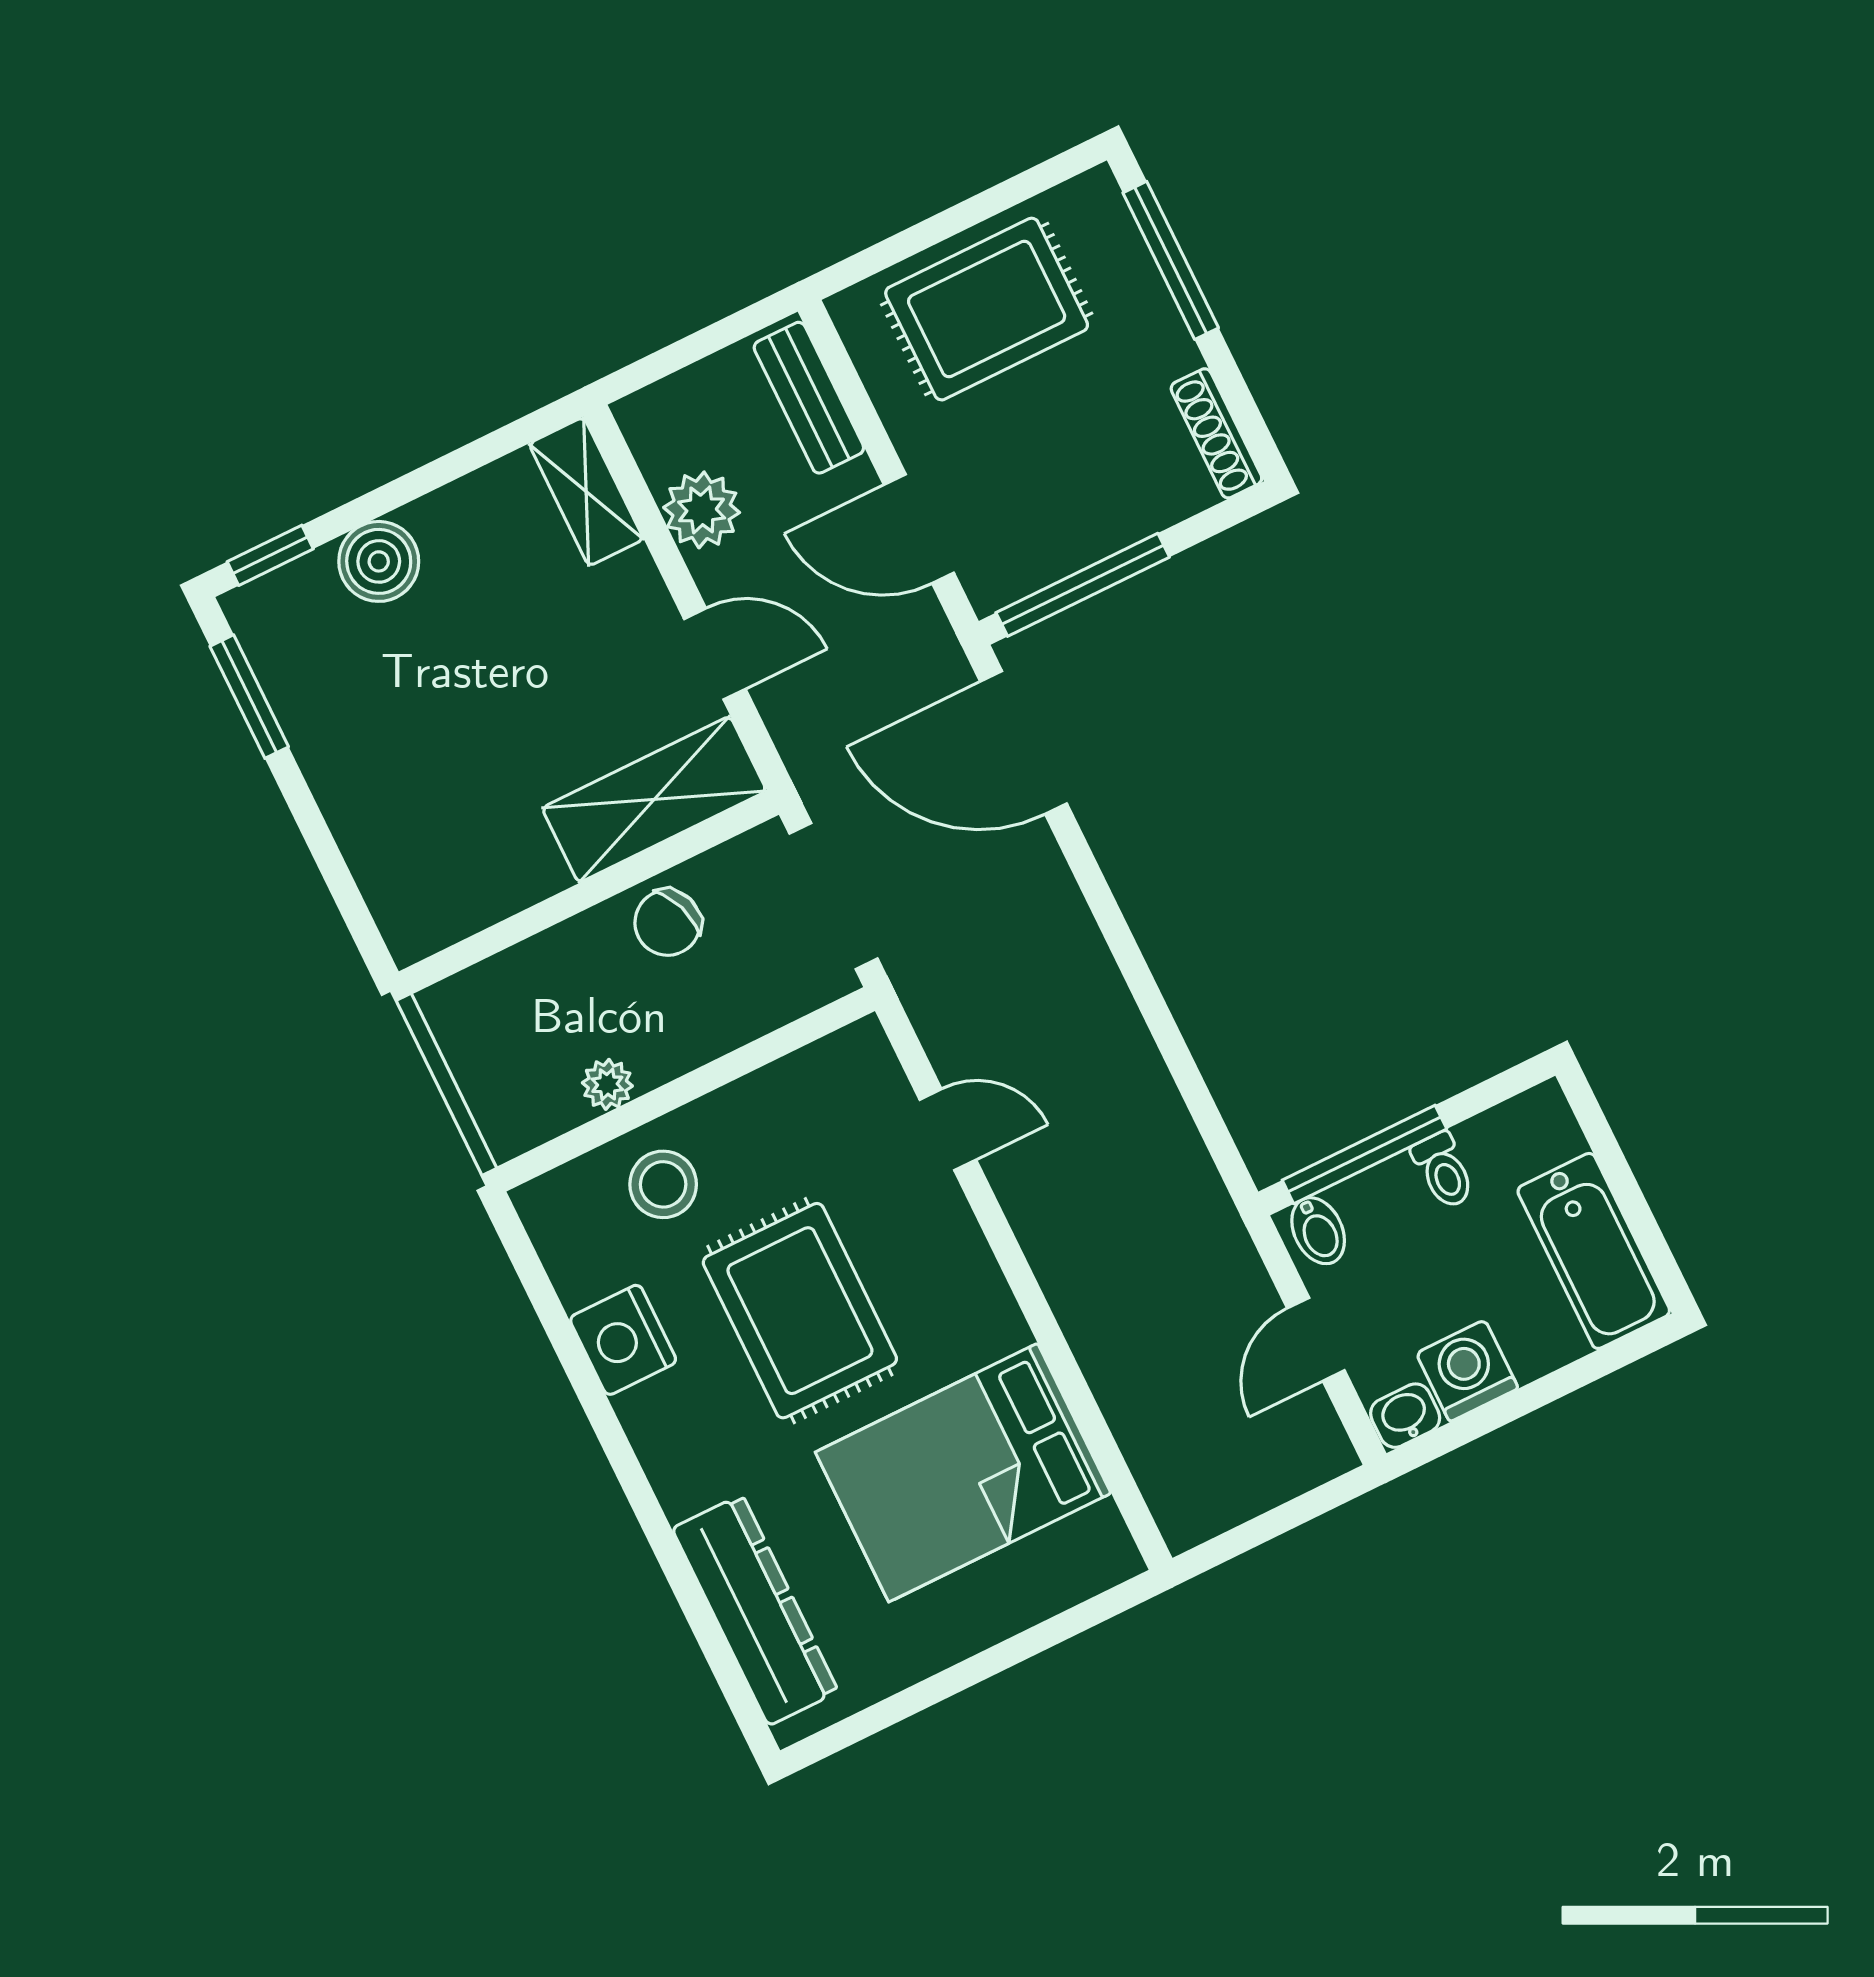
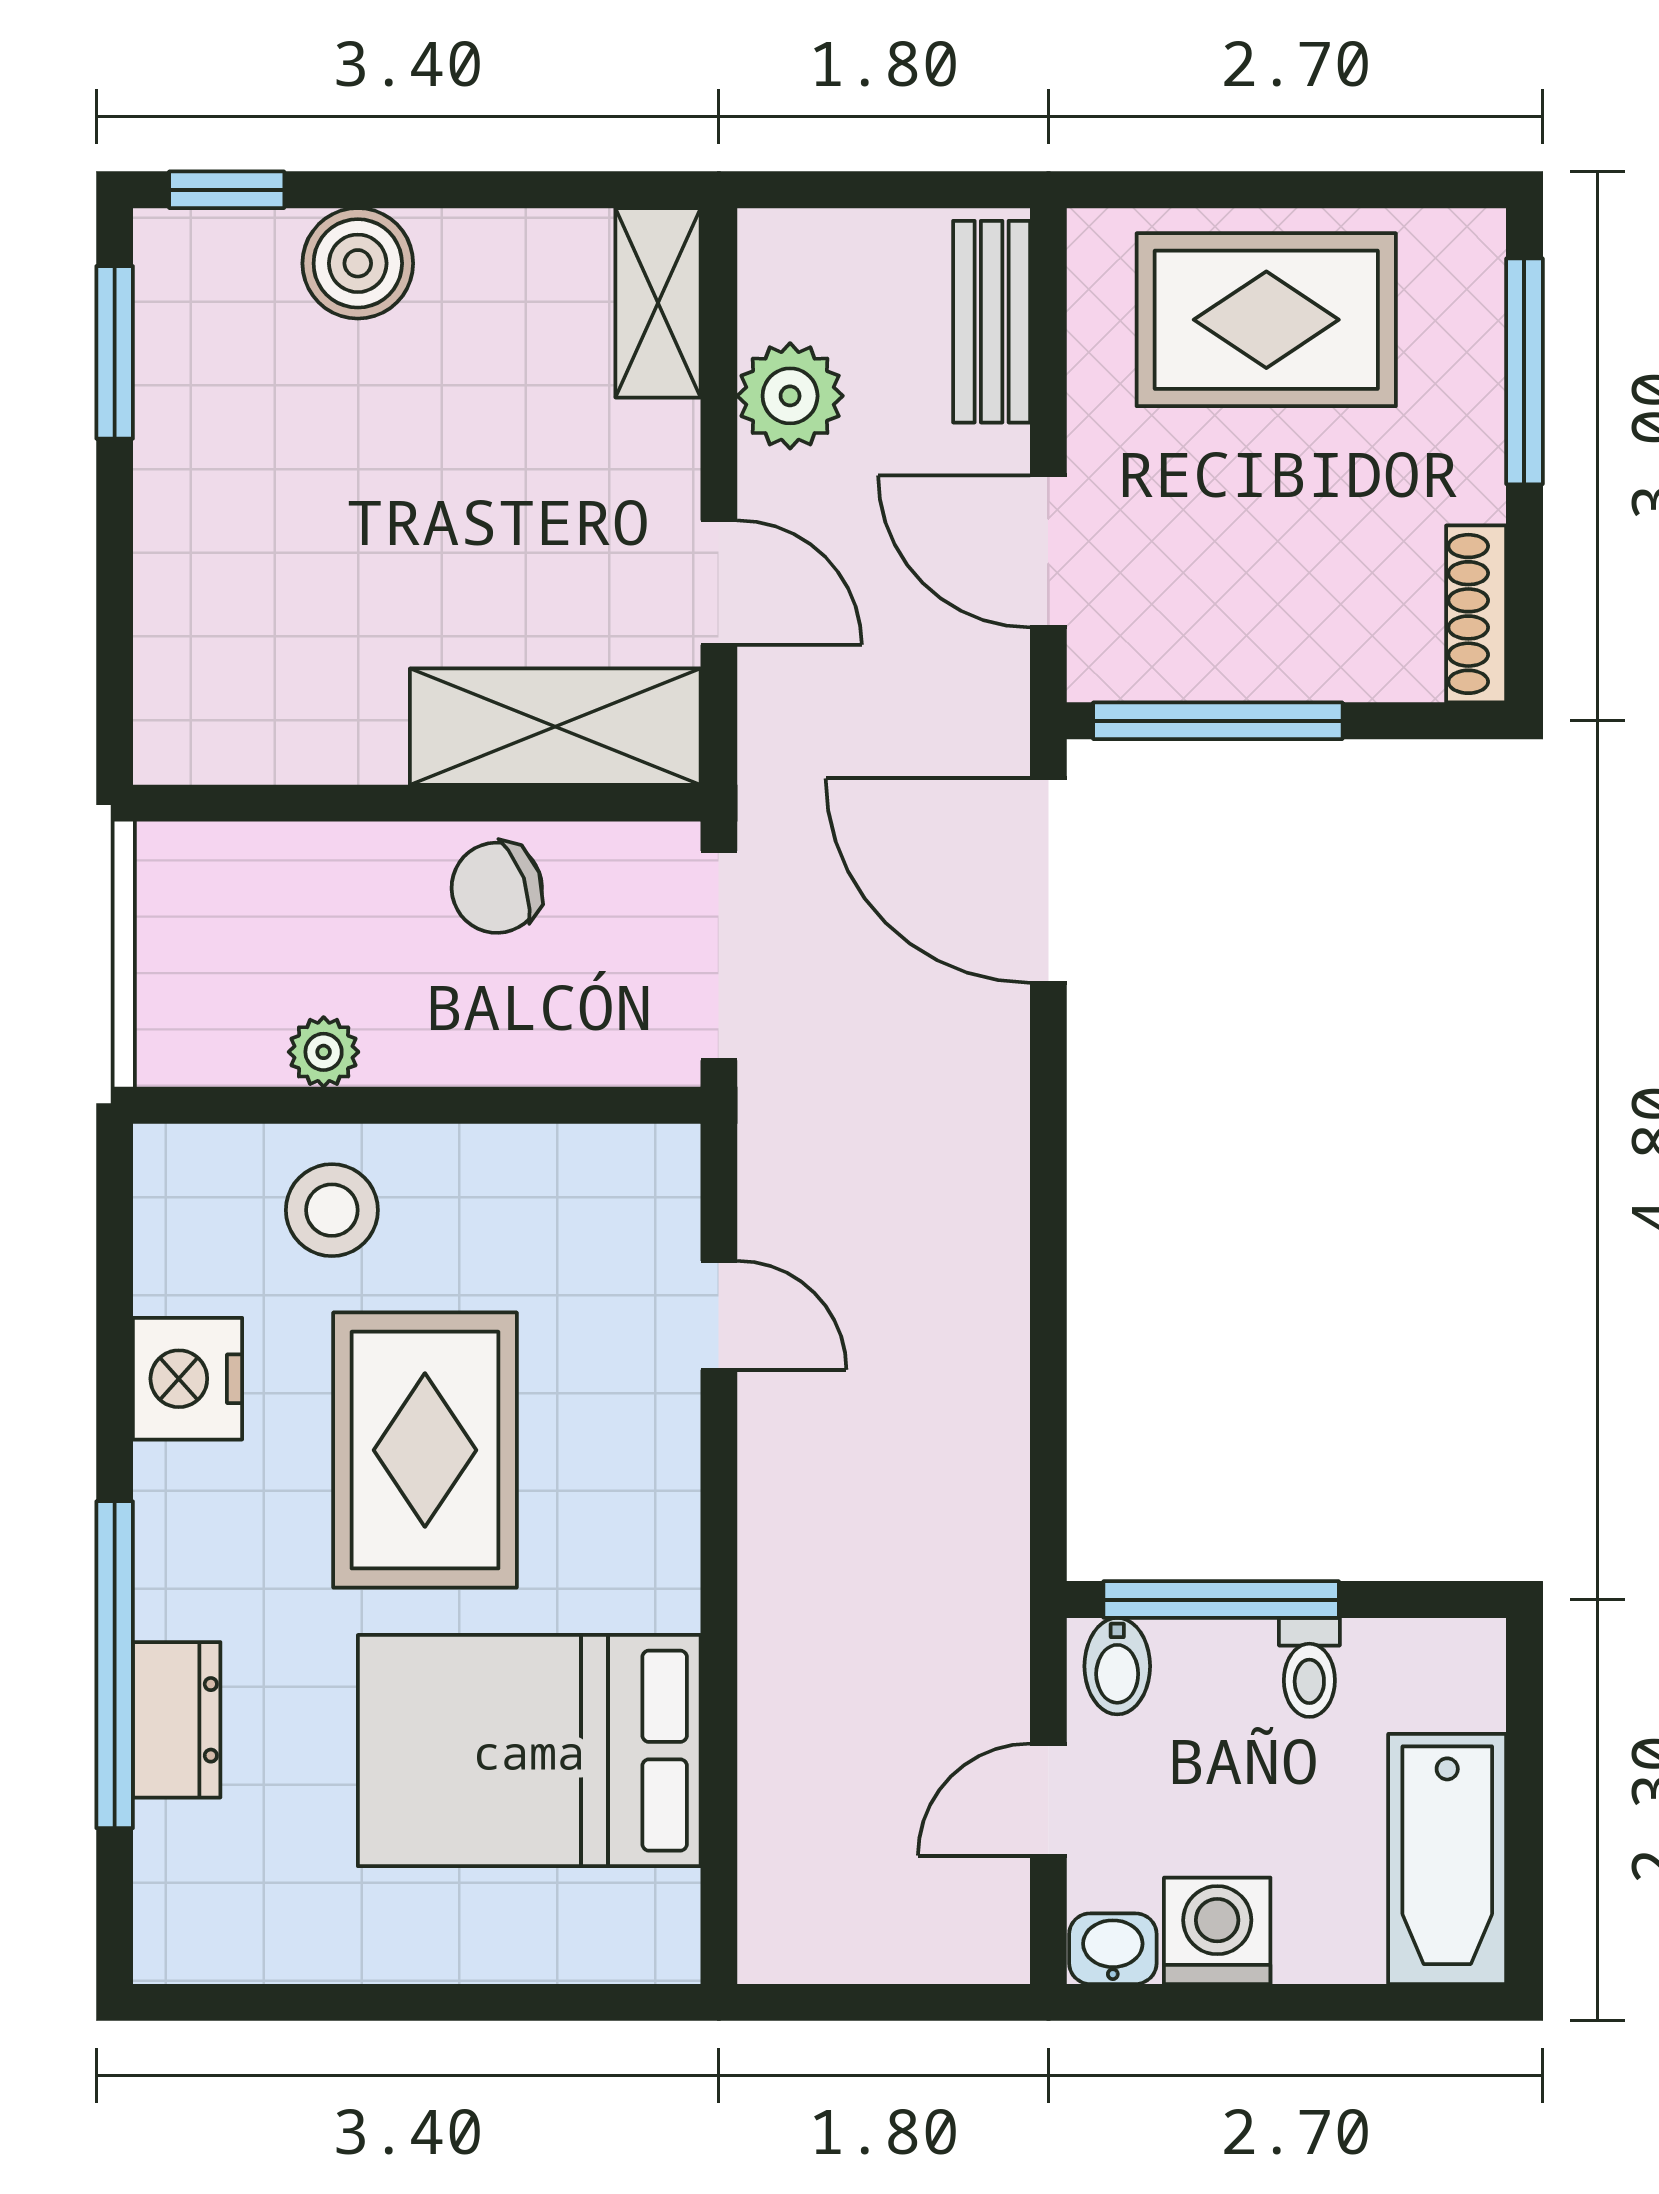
window: (667, 1549) -> (115, 1665), added
dresser: (755, 1610) -> (177, 1720), width x0.51, depth x0.80

